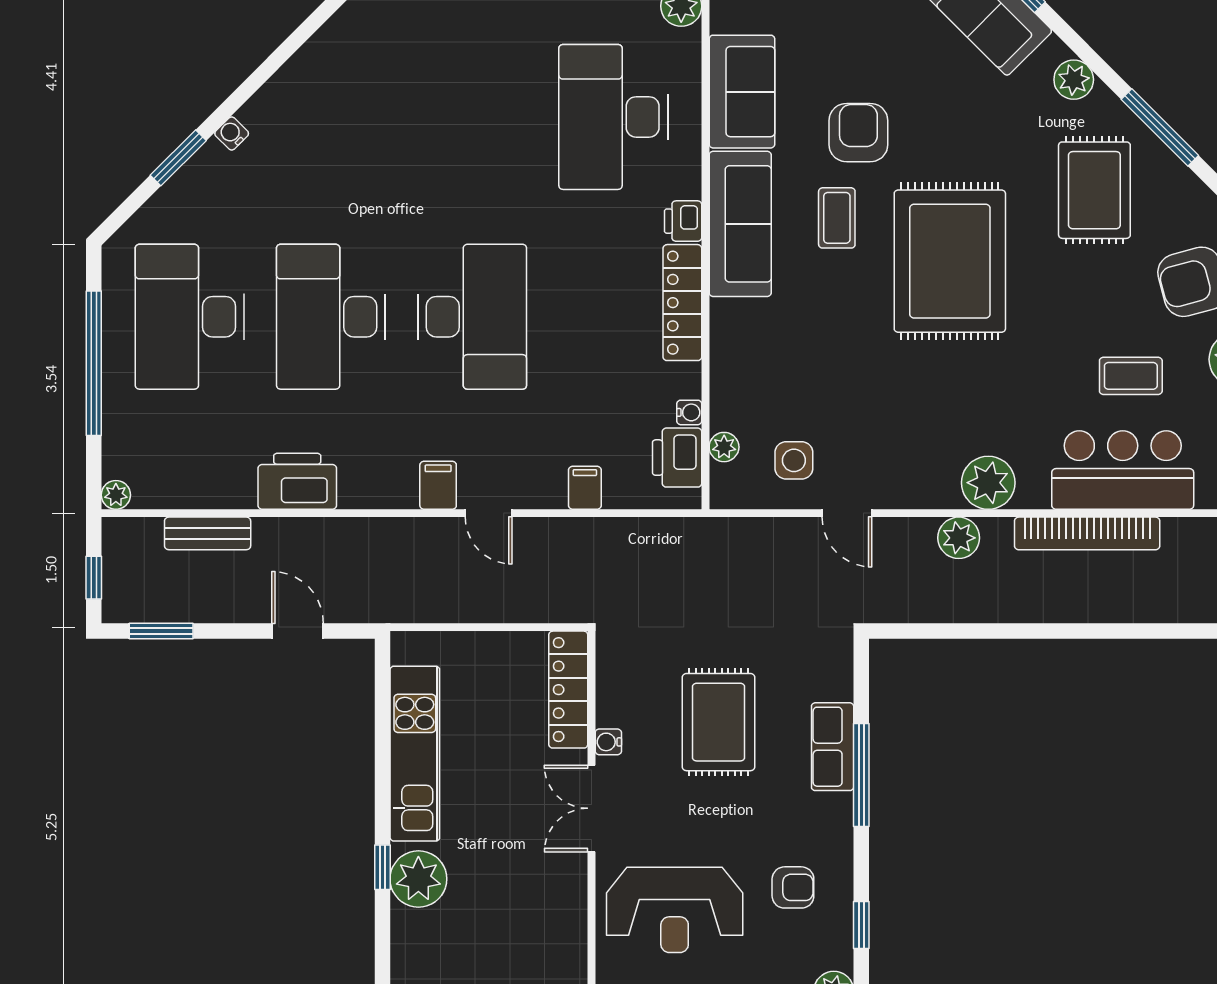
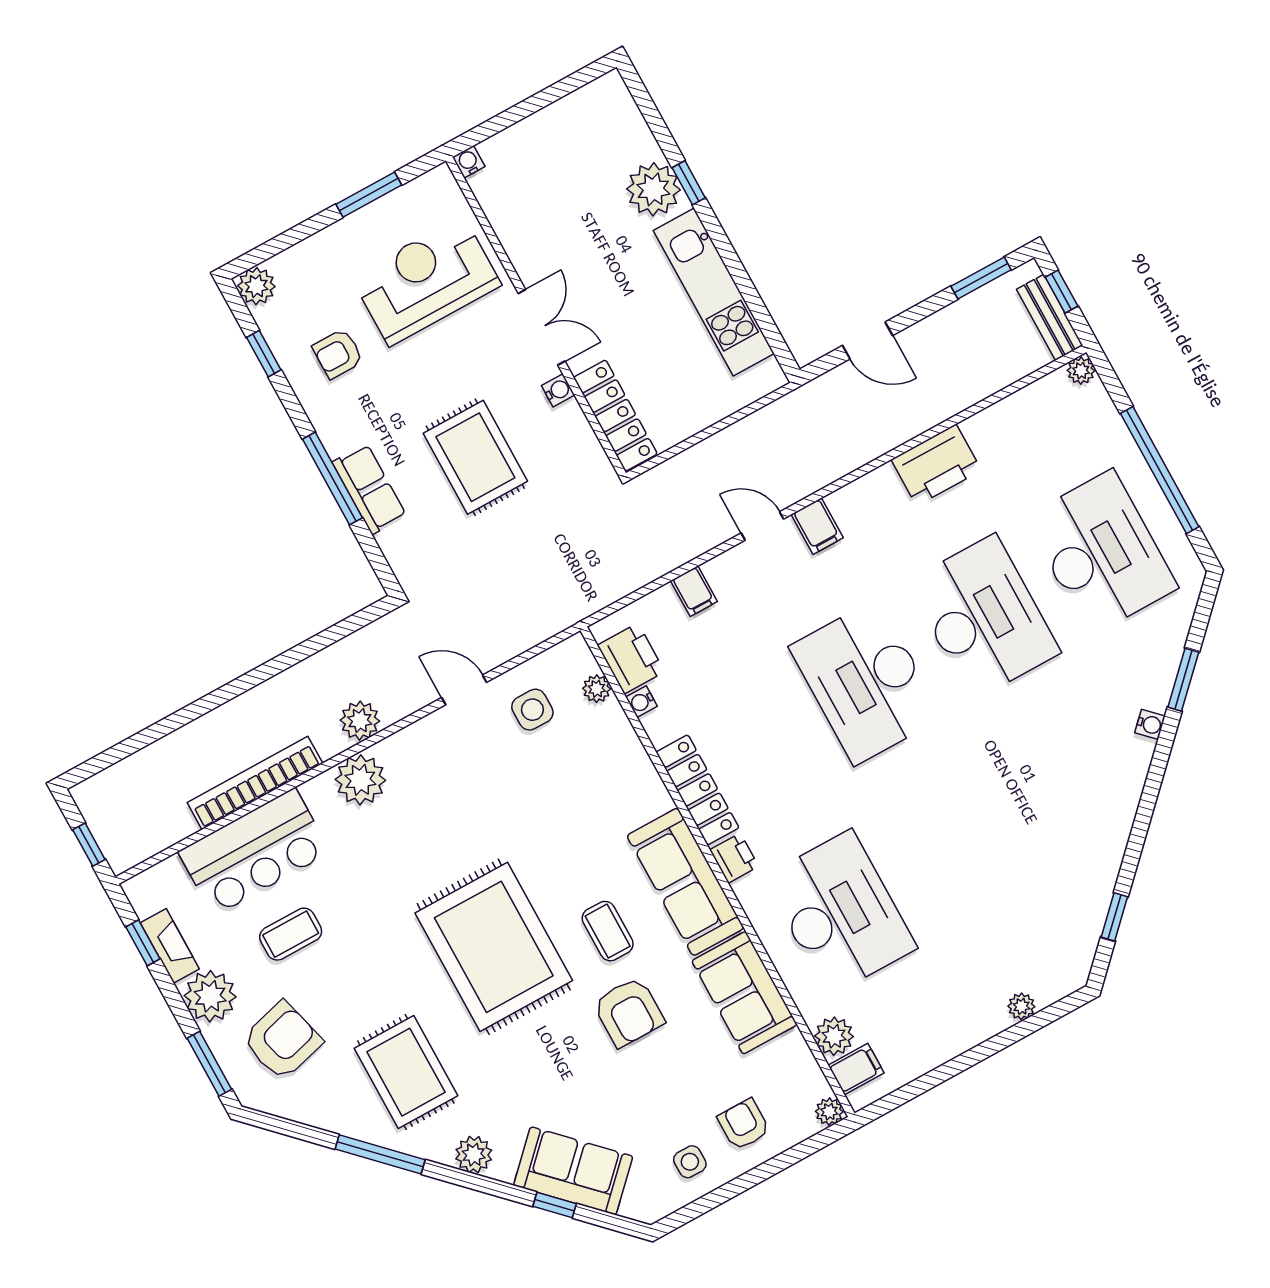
bench: (208, 533) -> (1050, 317), moved, turned 90

